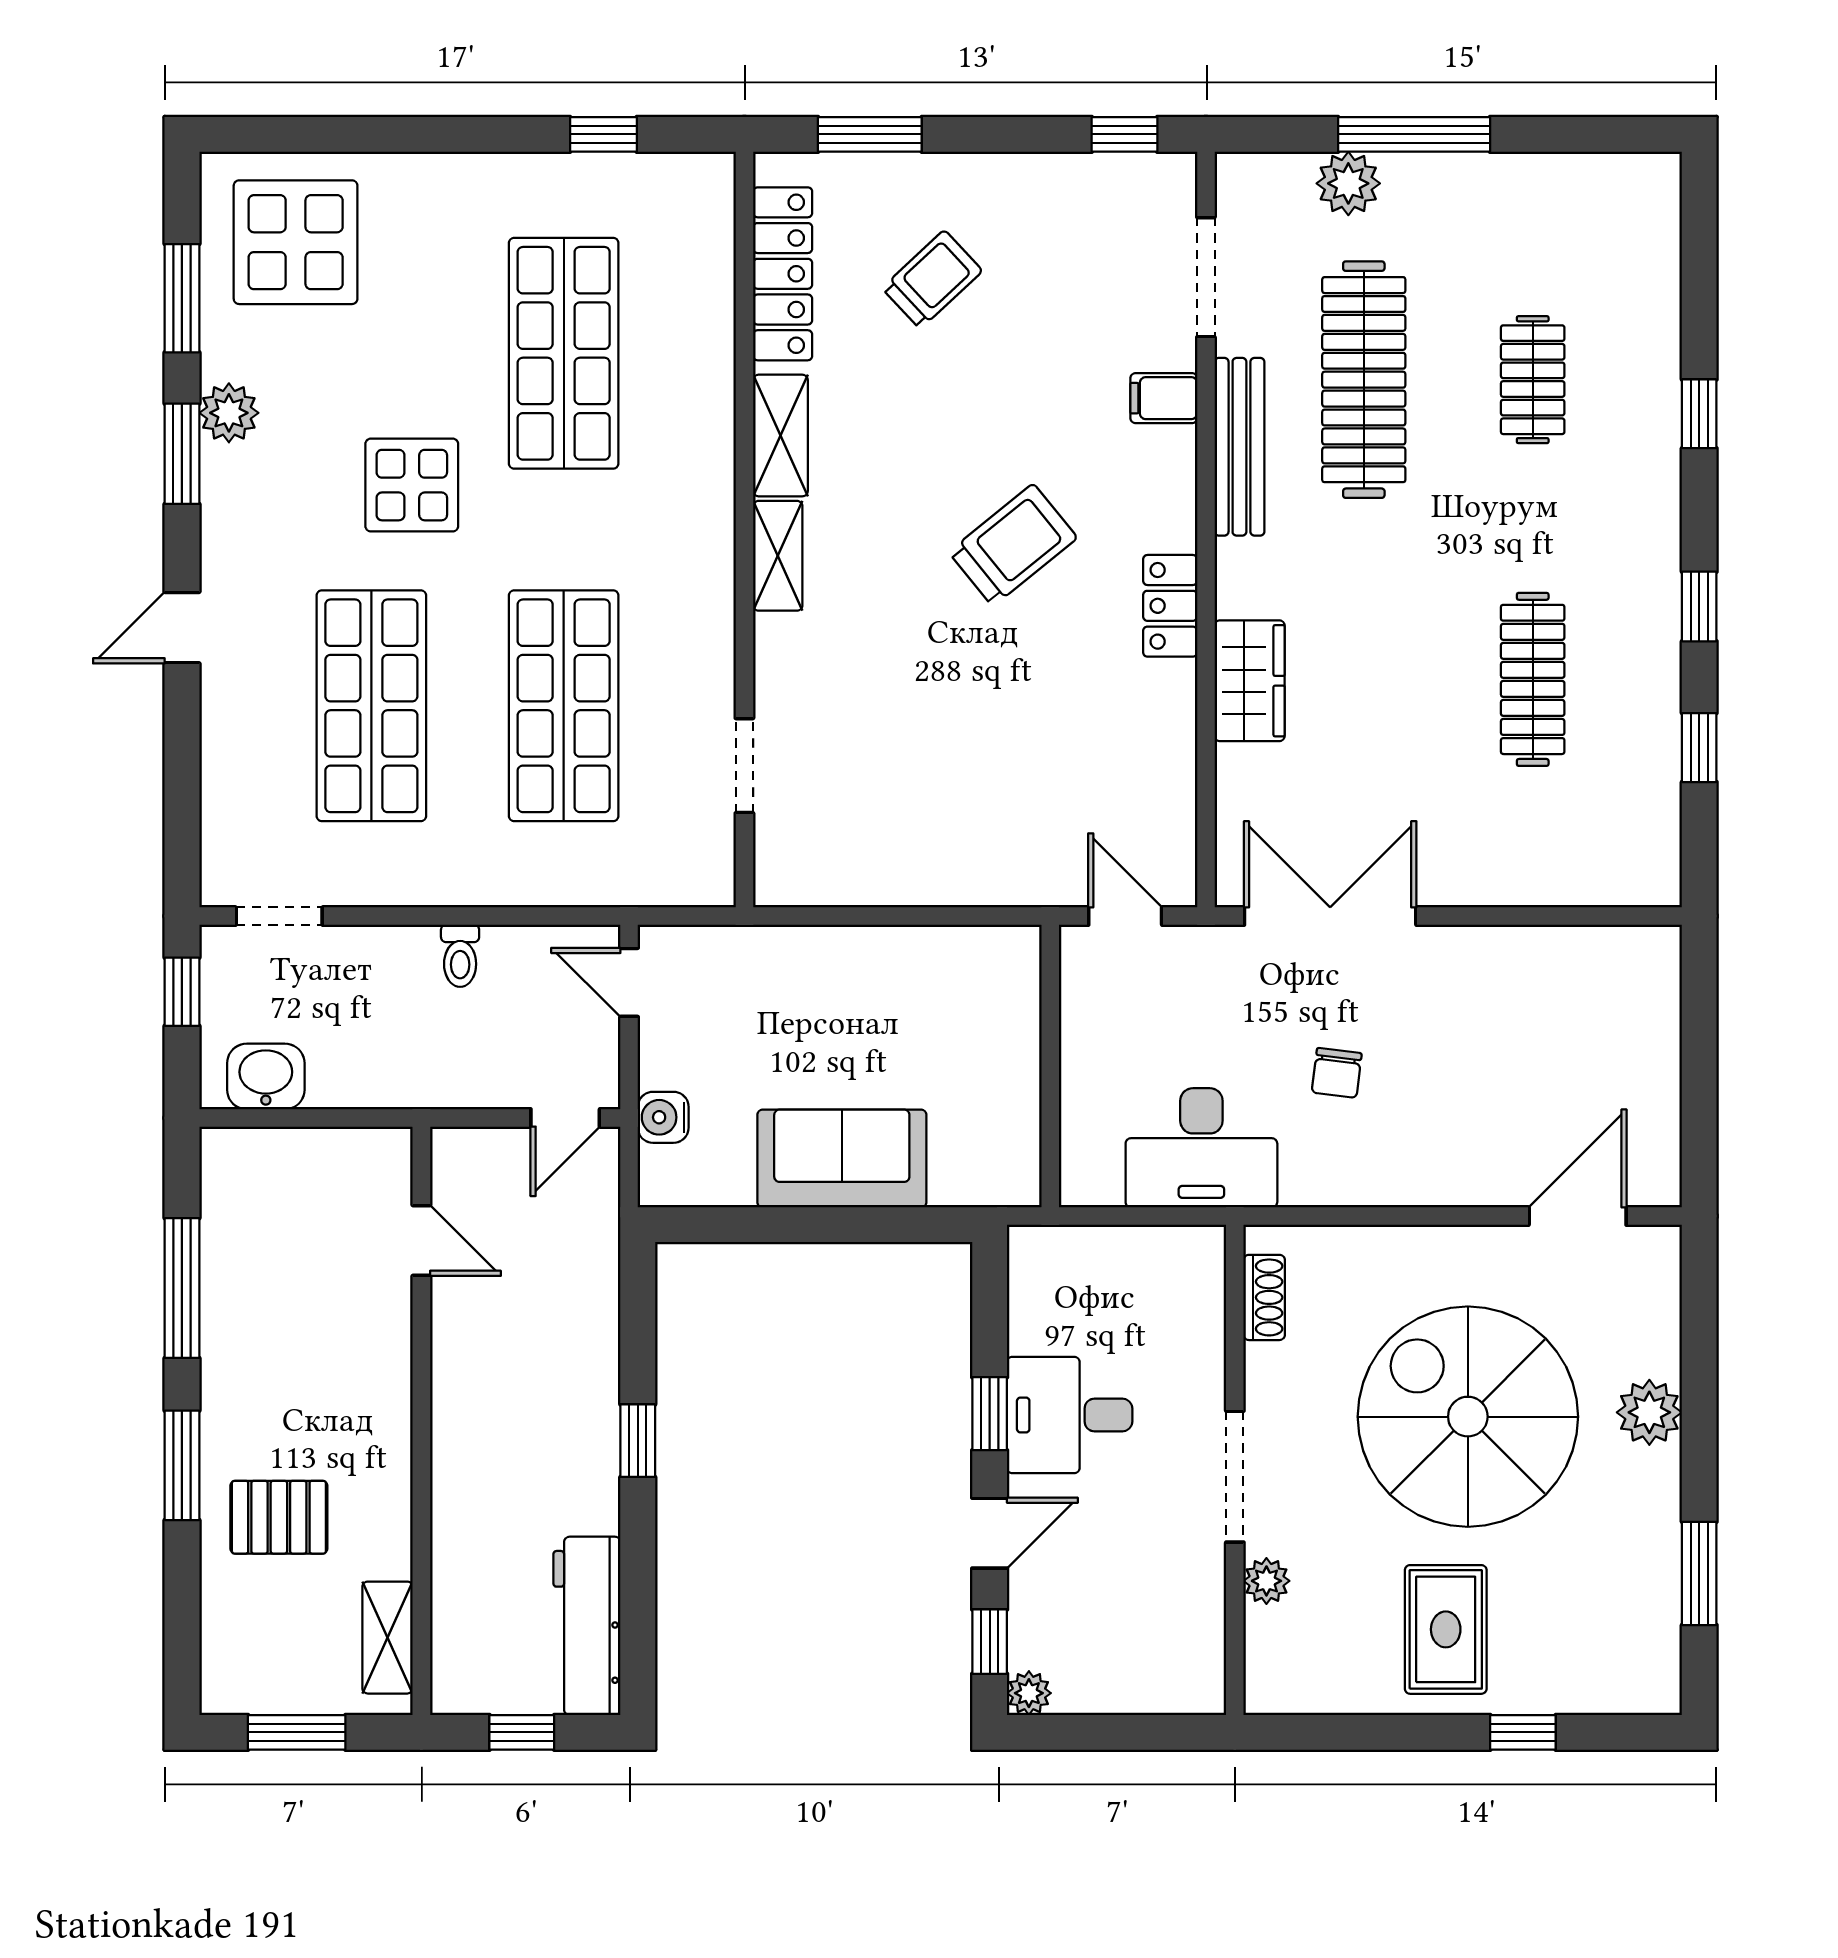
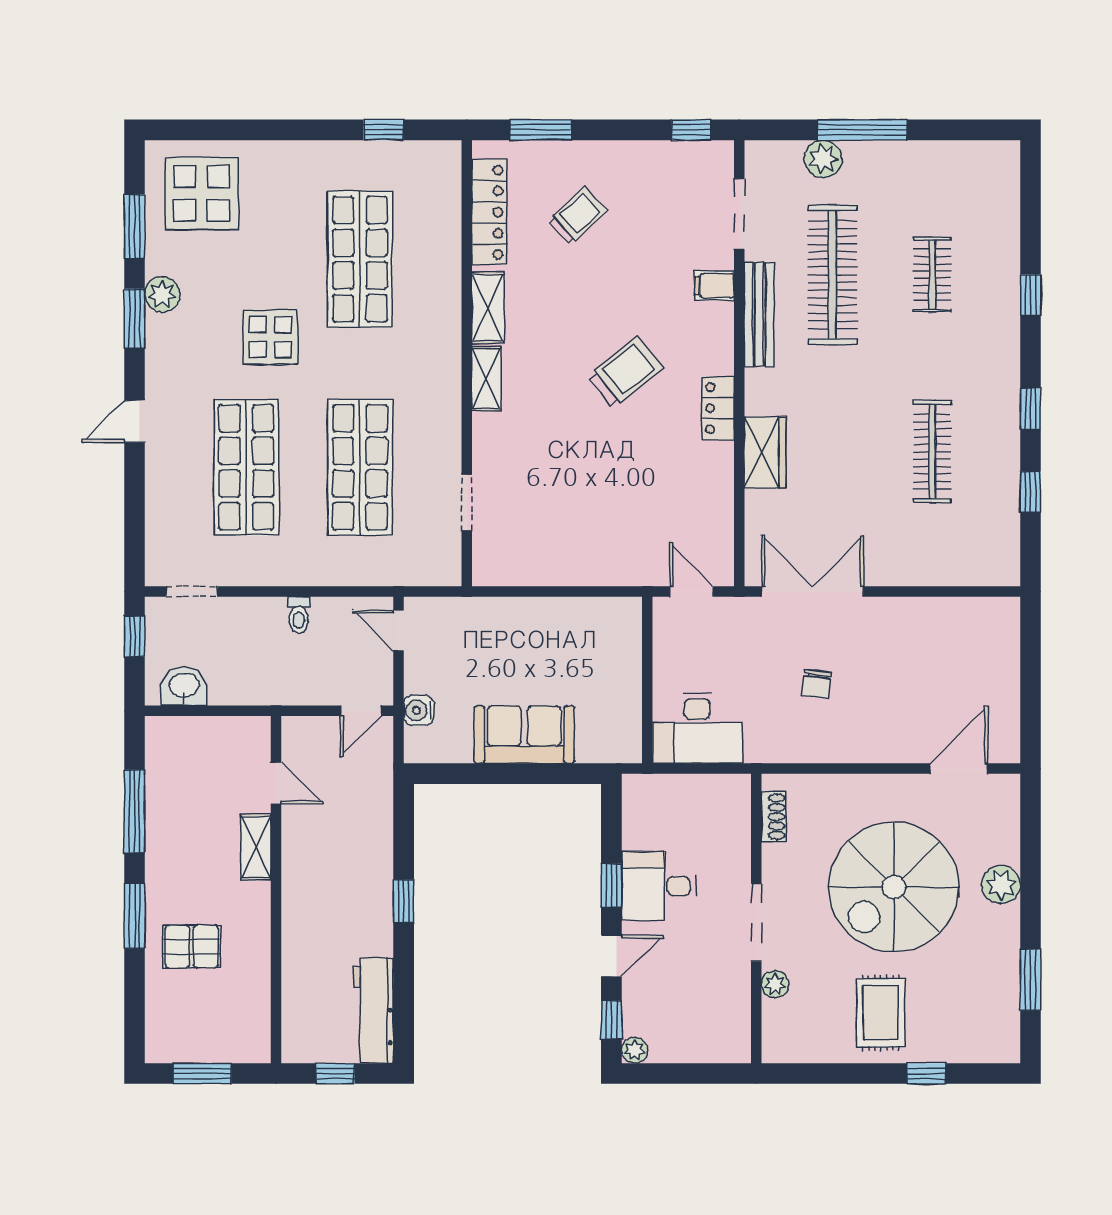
desk: (1201, 1148) -> (697, 728), moved
spiral stairs: (1468, 1417) -> (894, 887), turned -90
shelving: (388, 1638) -> (256, 847), moved

